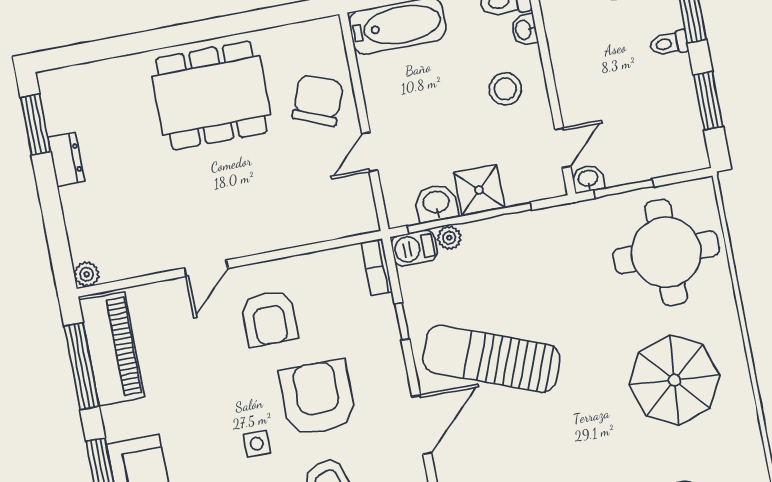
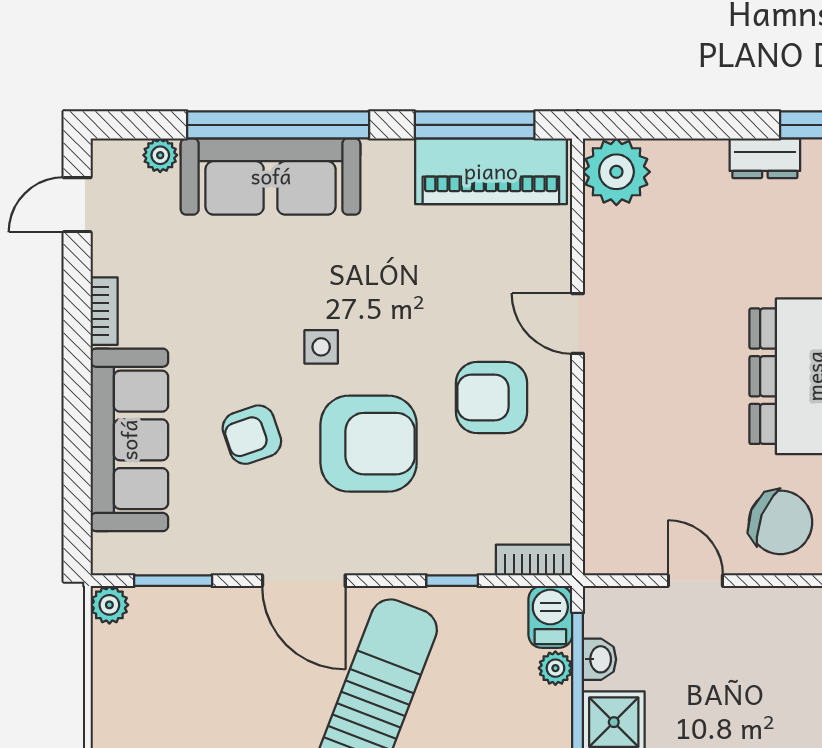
washbasin: (436, 203) -> (600, 659), width x0.72, depth x0.69
plant: (87, 274) -> (616, 172), width x1.88, depth x1.88

